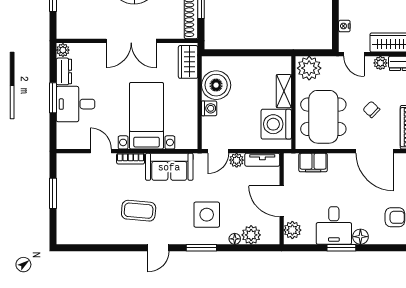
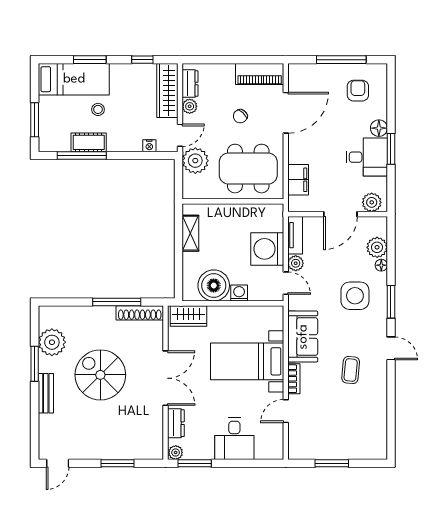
plant: (309, 68) -> (195, 161), moved
dresser: (64, 71) -> (176, 423), moved, turned 90
shelving: (284, 91) -> (190, 233), moved, turned 90
window: (53, 98) -> (195, 463), moved
washing machine: (276, 124) -> (267, 249), moved, turned 90
coffee table: (139, 211) -> (351, 370), width x0.73, depth x0.77

